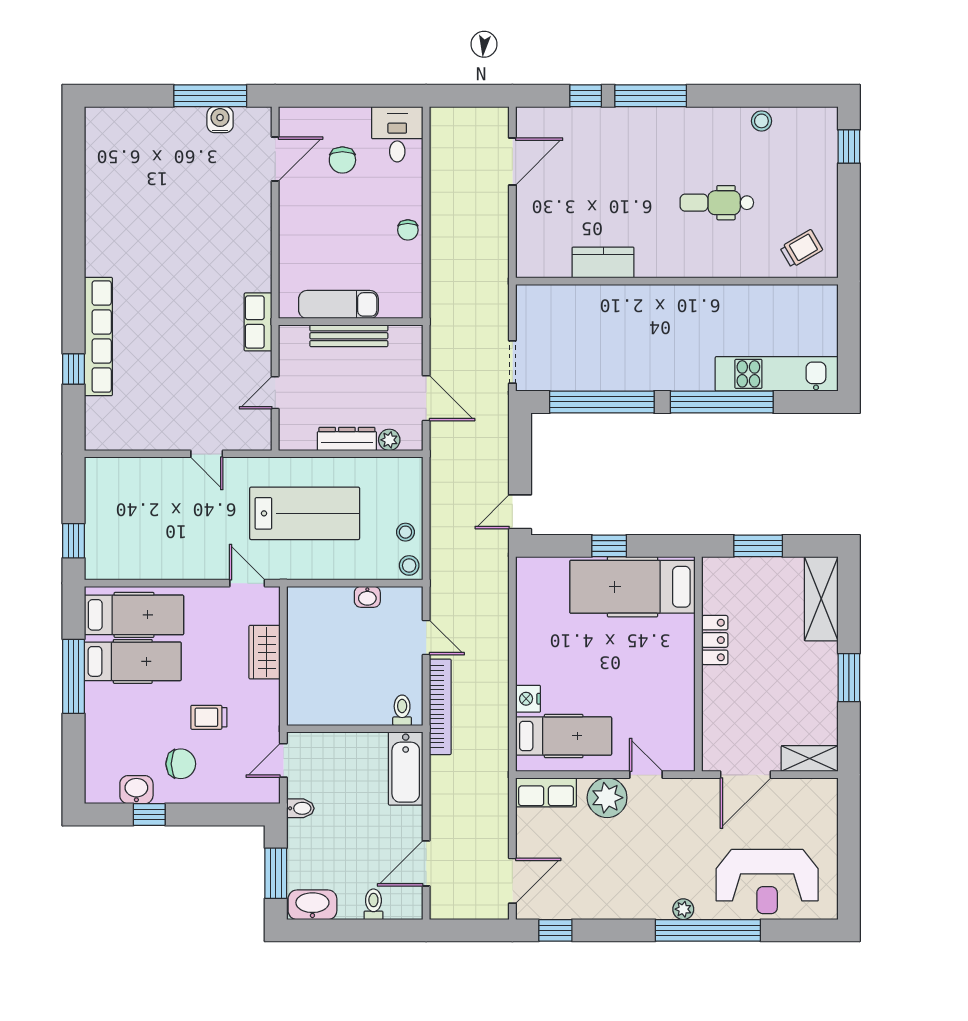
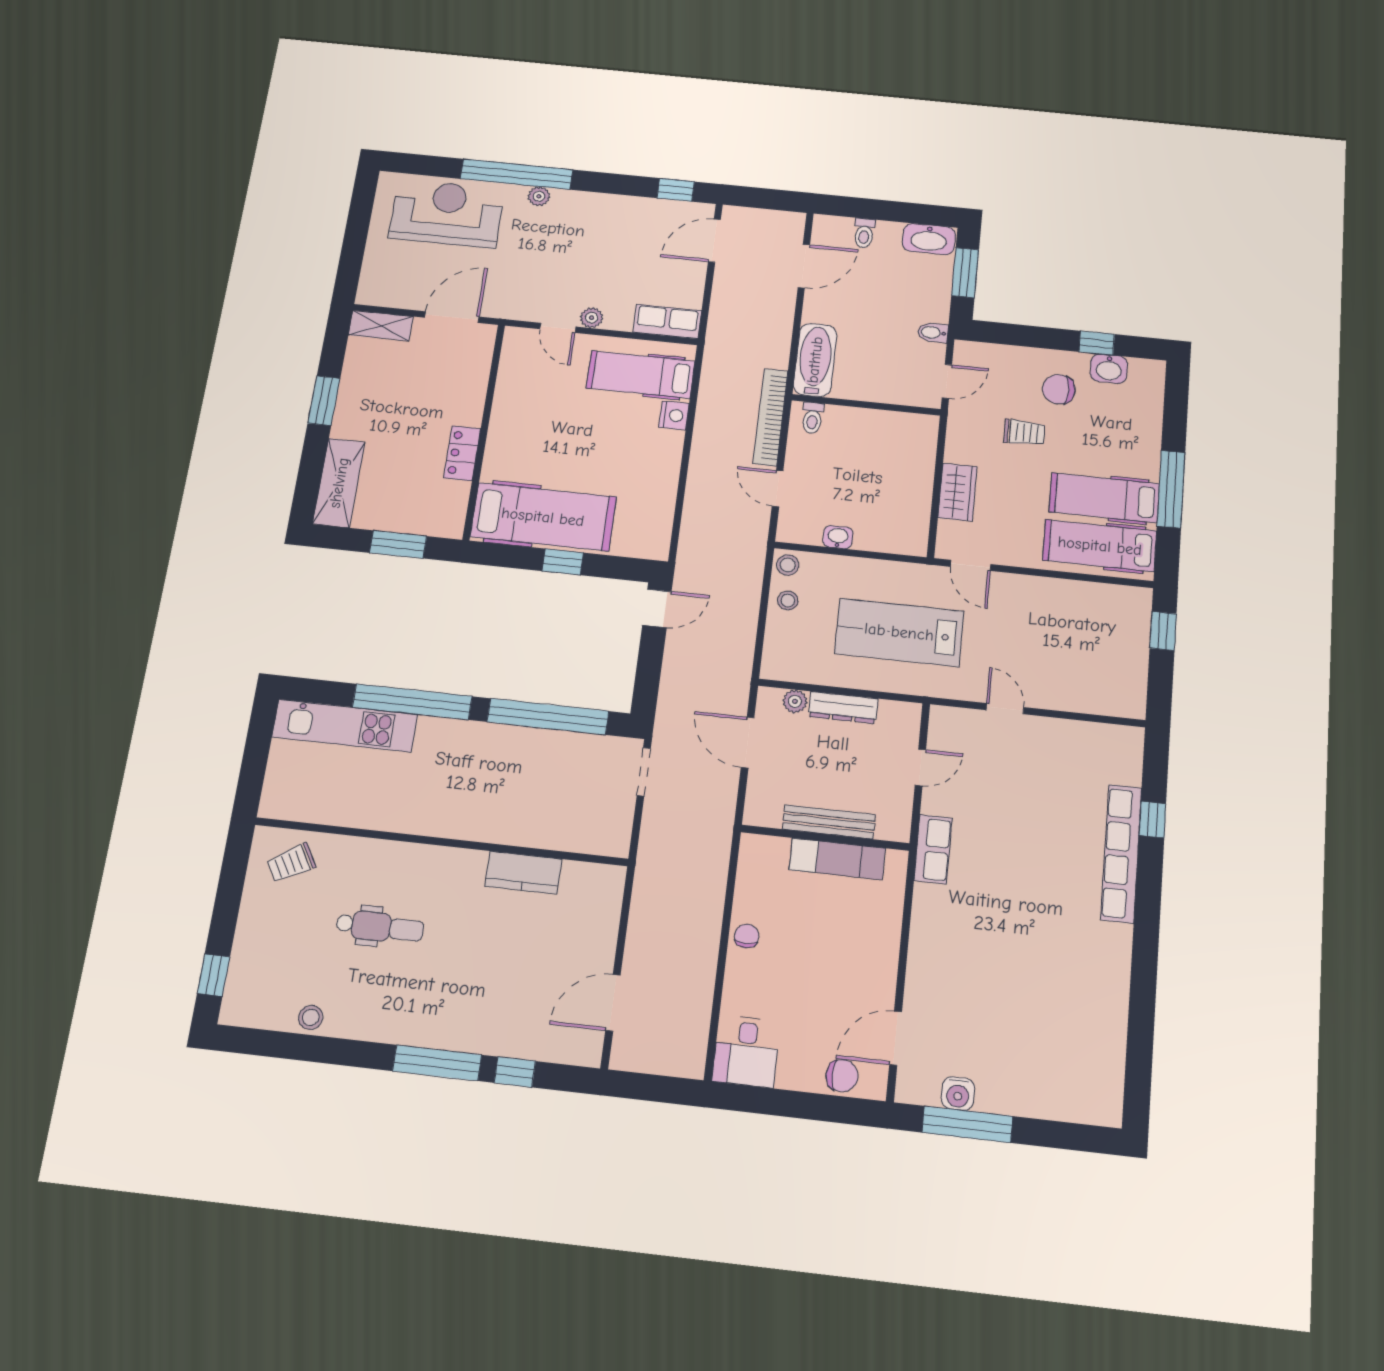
chair: (342, 160) -> (842, 1076), moved, turned 90
plant: (607, 798) -> (592, 318), width x0.53, depth x0.53

